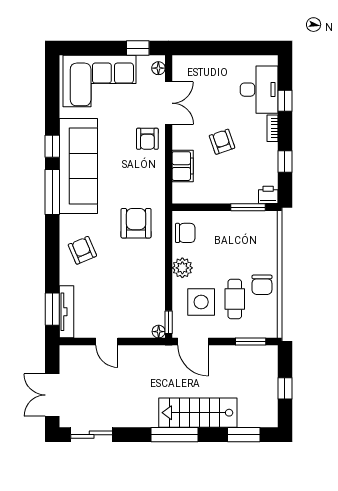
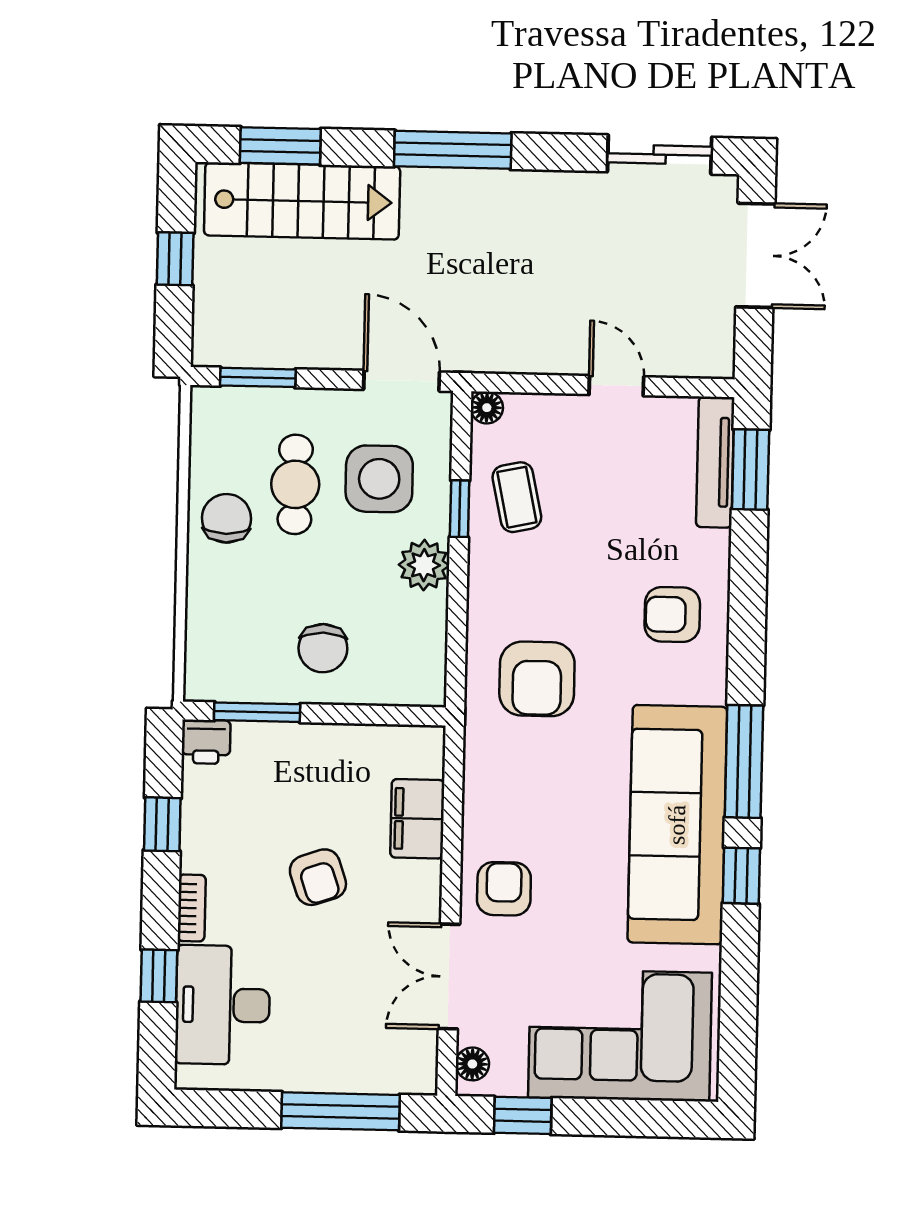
window: (211, 48) -> (340, 1111), added
chair: (185, 233) -> (323, 648), moved, turned -90
armchair: (82, 250) -> (672, 614), turned 113
coffee table: (146, 296) -> (517, 497), added
window: (169, 322) -> (460, 509), moved
stairs: (198, 413) -> (302, 201), moved

